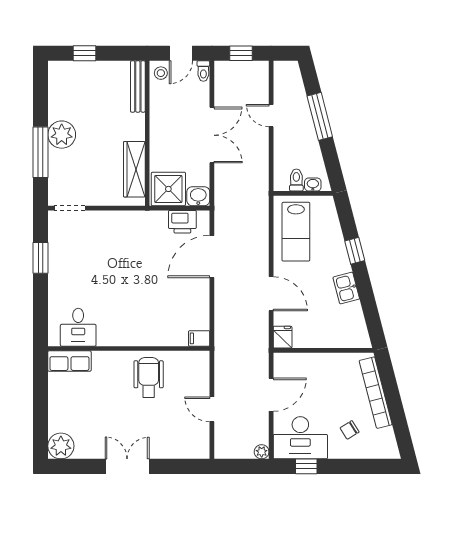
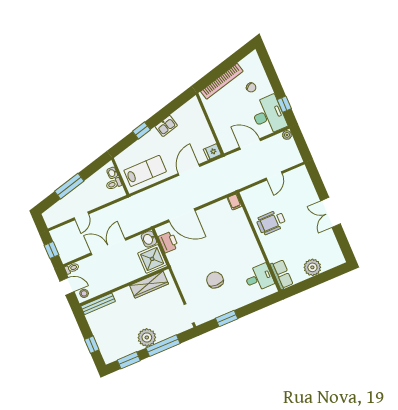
window: (40, 96) -> (129, 360), added
chair: (101, 264) -> (215, 280), added
plant: (61, 446) -> (312, 267), moved

